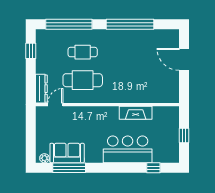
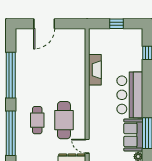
bar counter: (128, 149) -> (130, 95), moved

